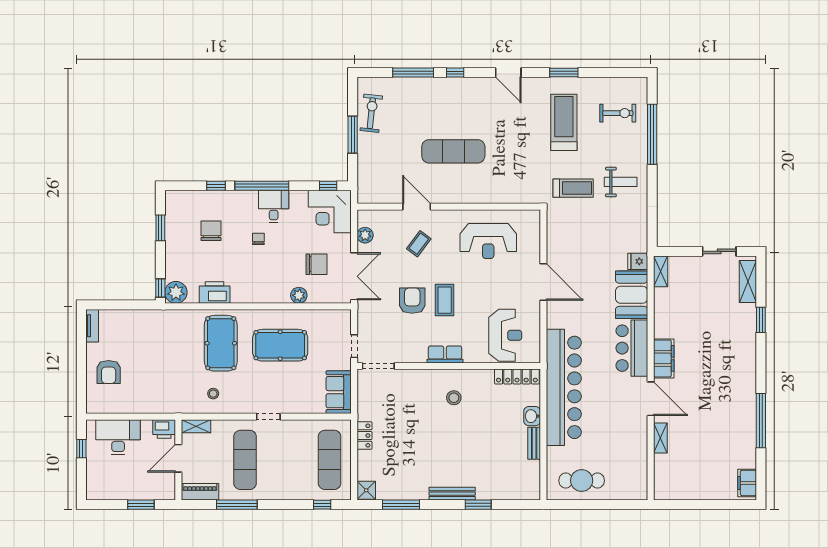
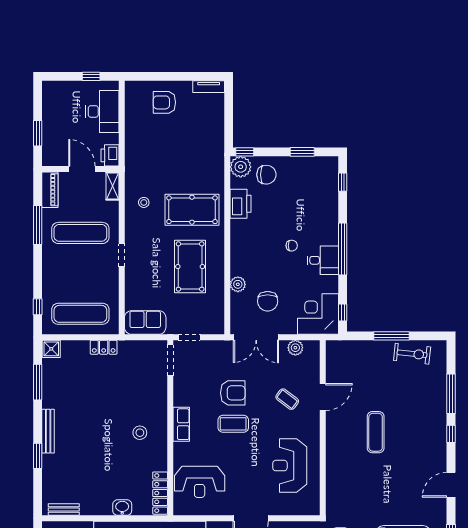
exercise mat: (453, 151) -> (376, 432), width x0.73, depth x0.69
window: (216, 186) -> (343, 182), moved
chair: (211, 231) -> (266, 175), moved
bench: (534, 443) -> (64, 510), moved

